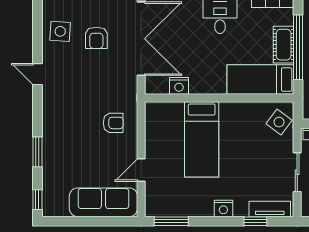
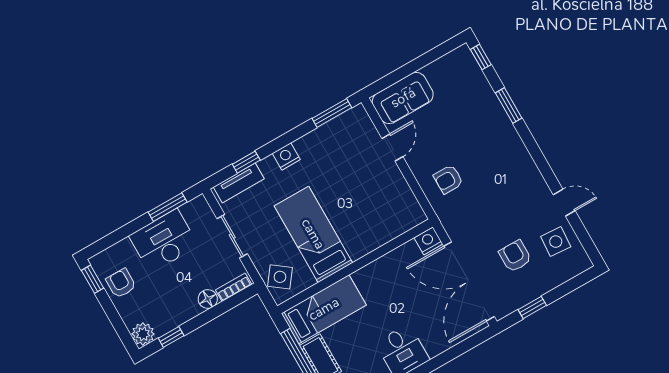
door: (37, 74) -> (564, 203), moved
nightstand: (179, 86) -> (428, 241), moved
bed: (202, 139) -> (313, 234), moved
sofa: (103, 202) -> (403, 98), width x0.73

